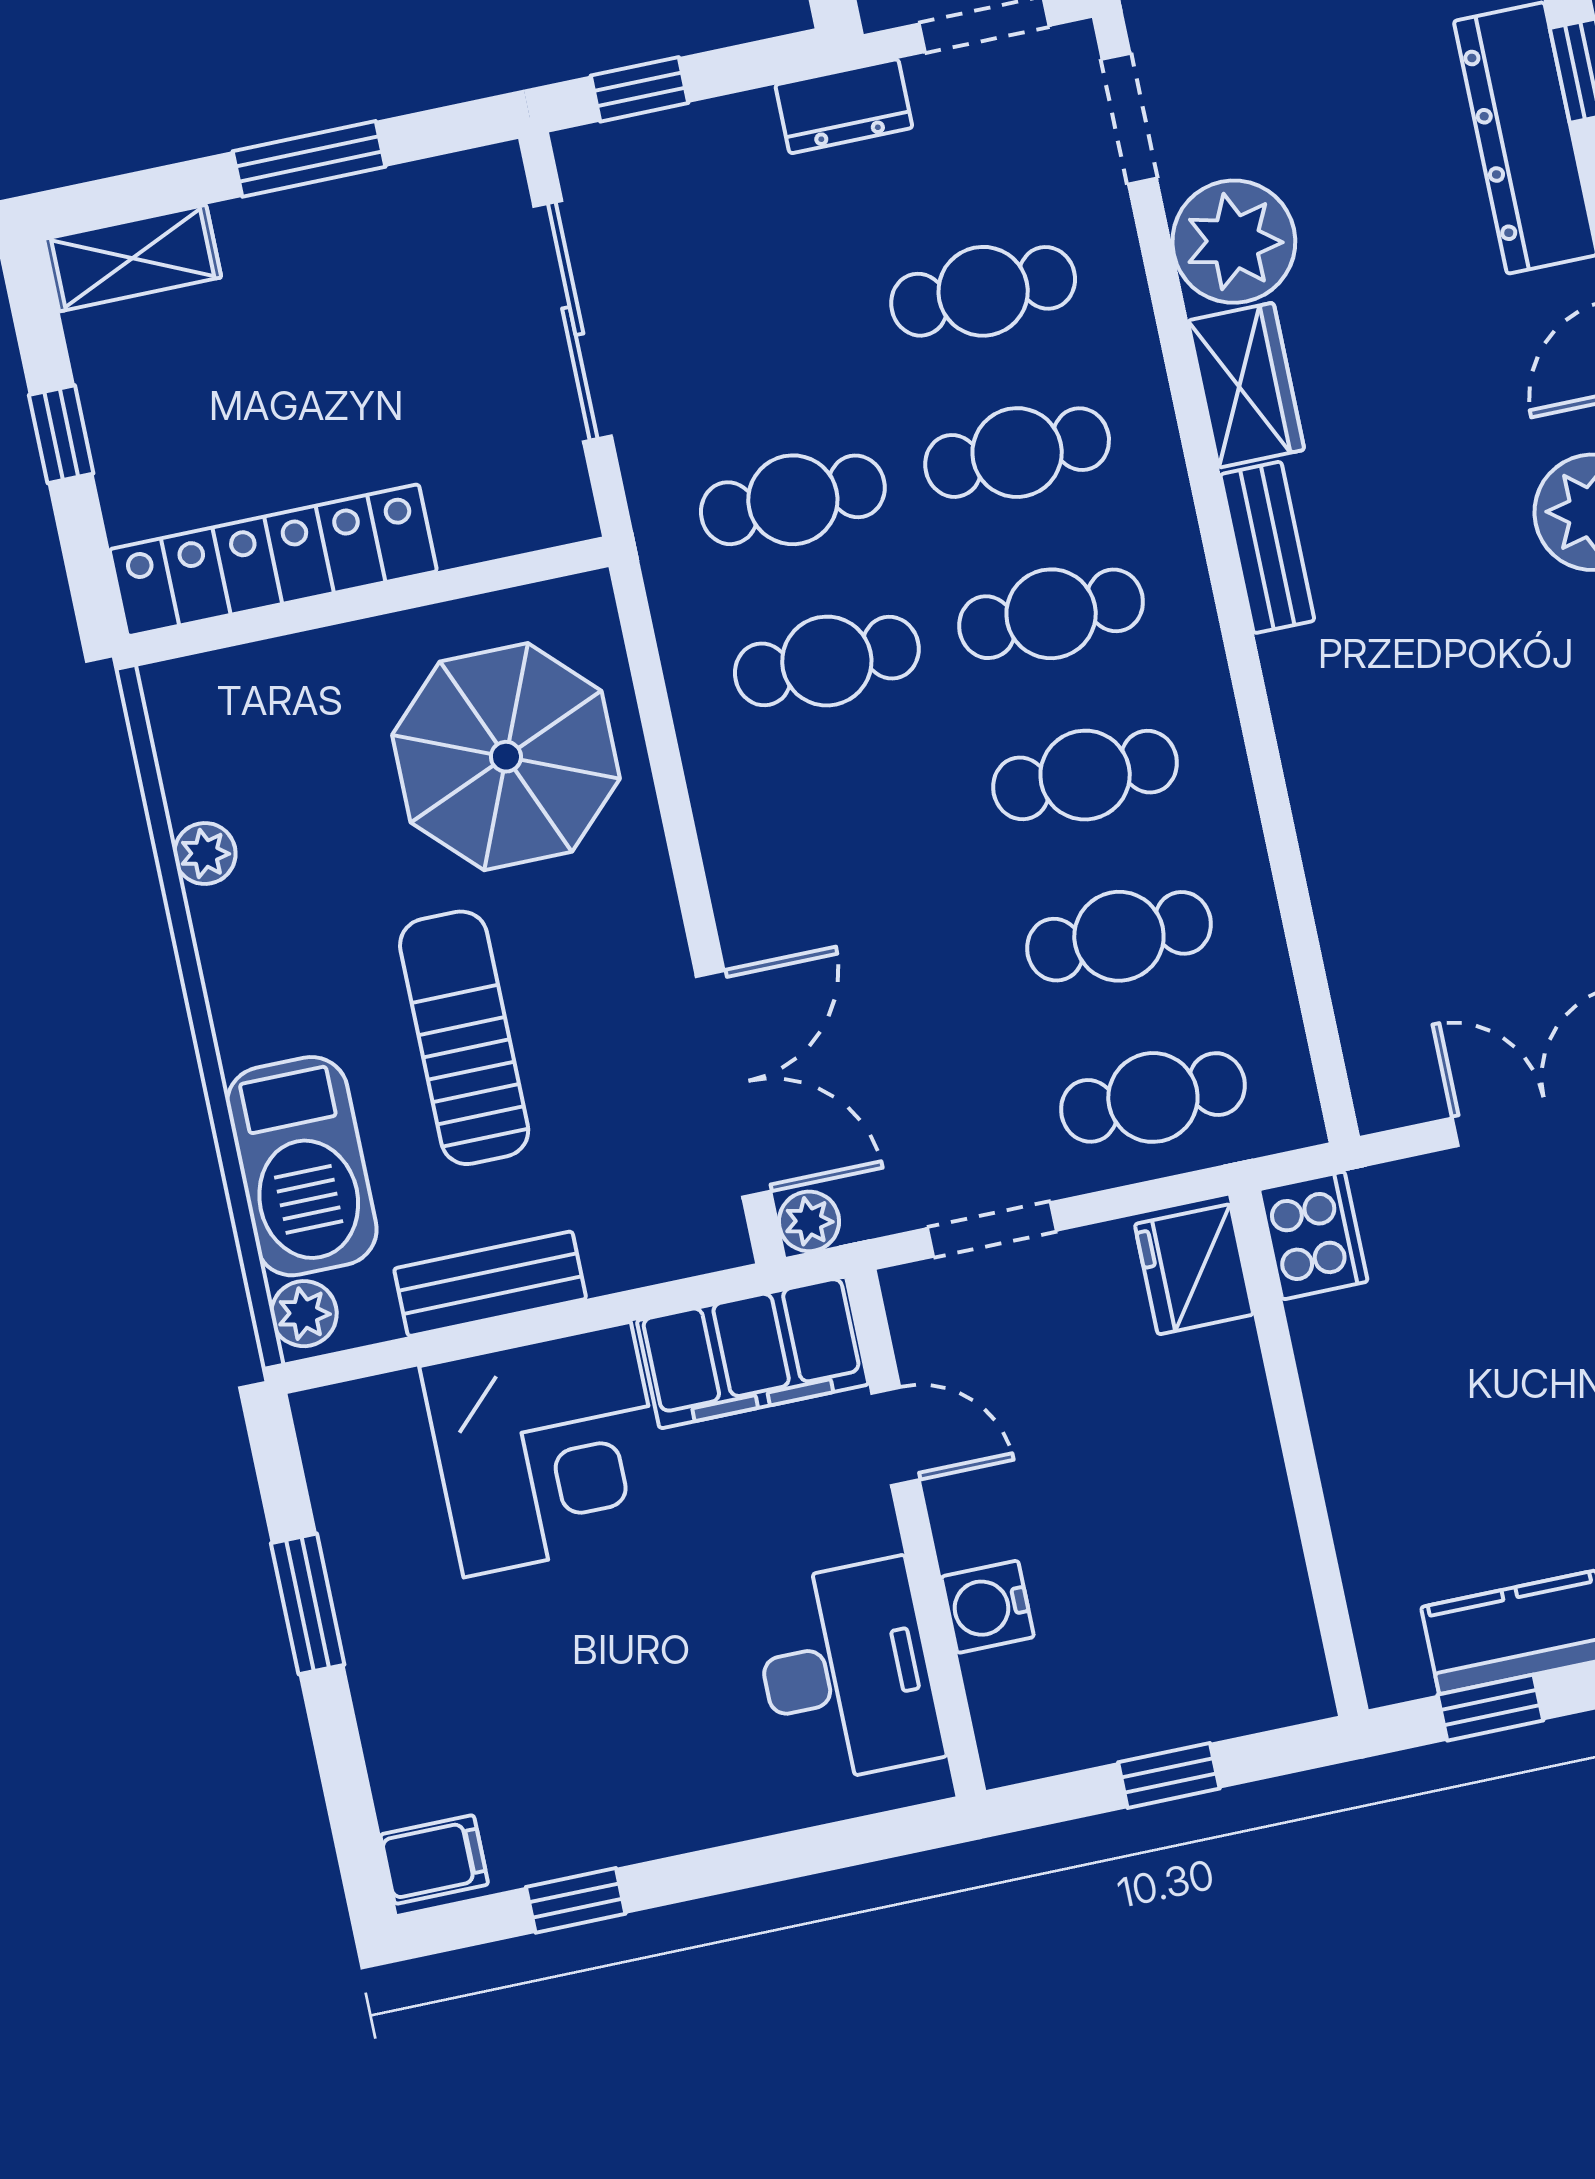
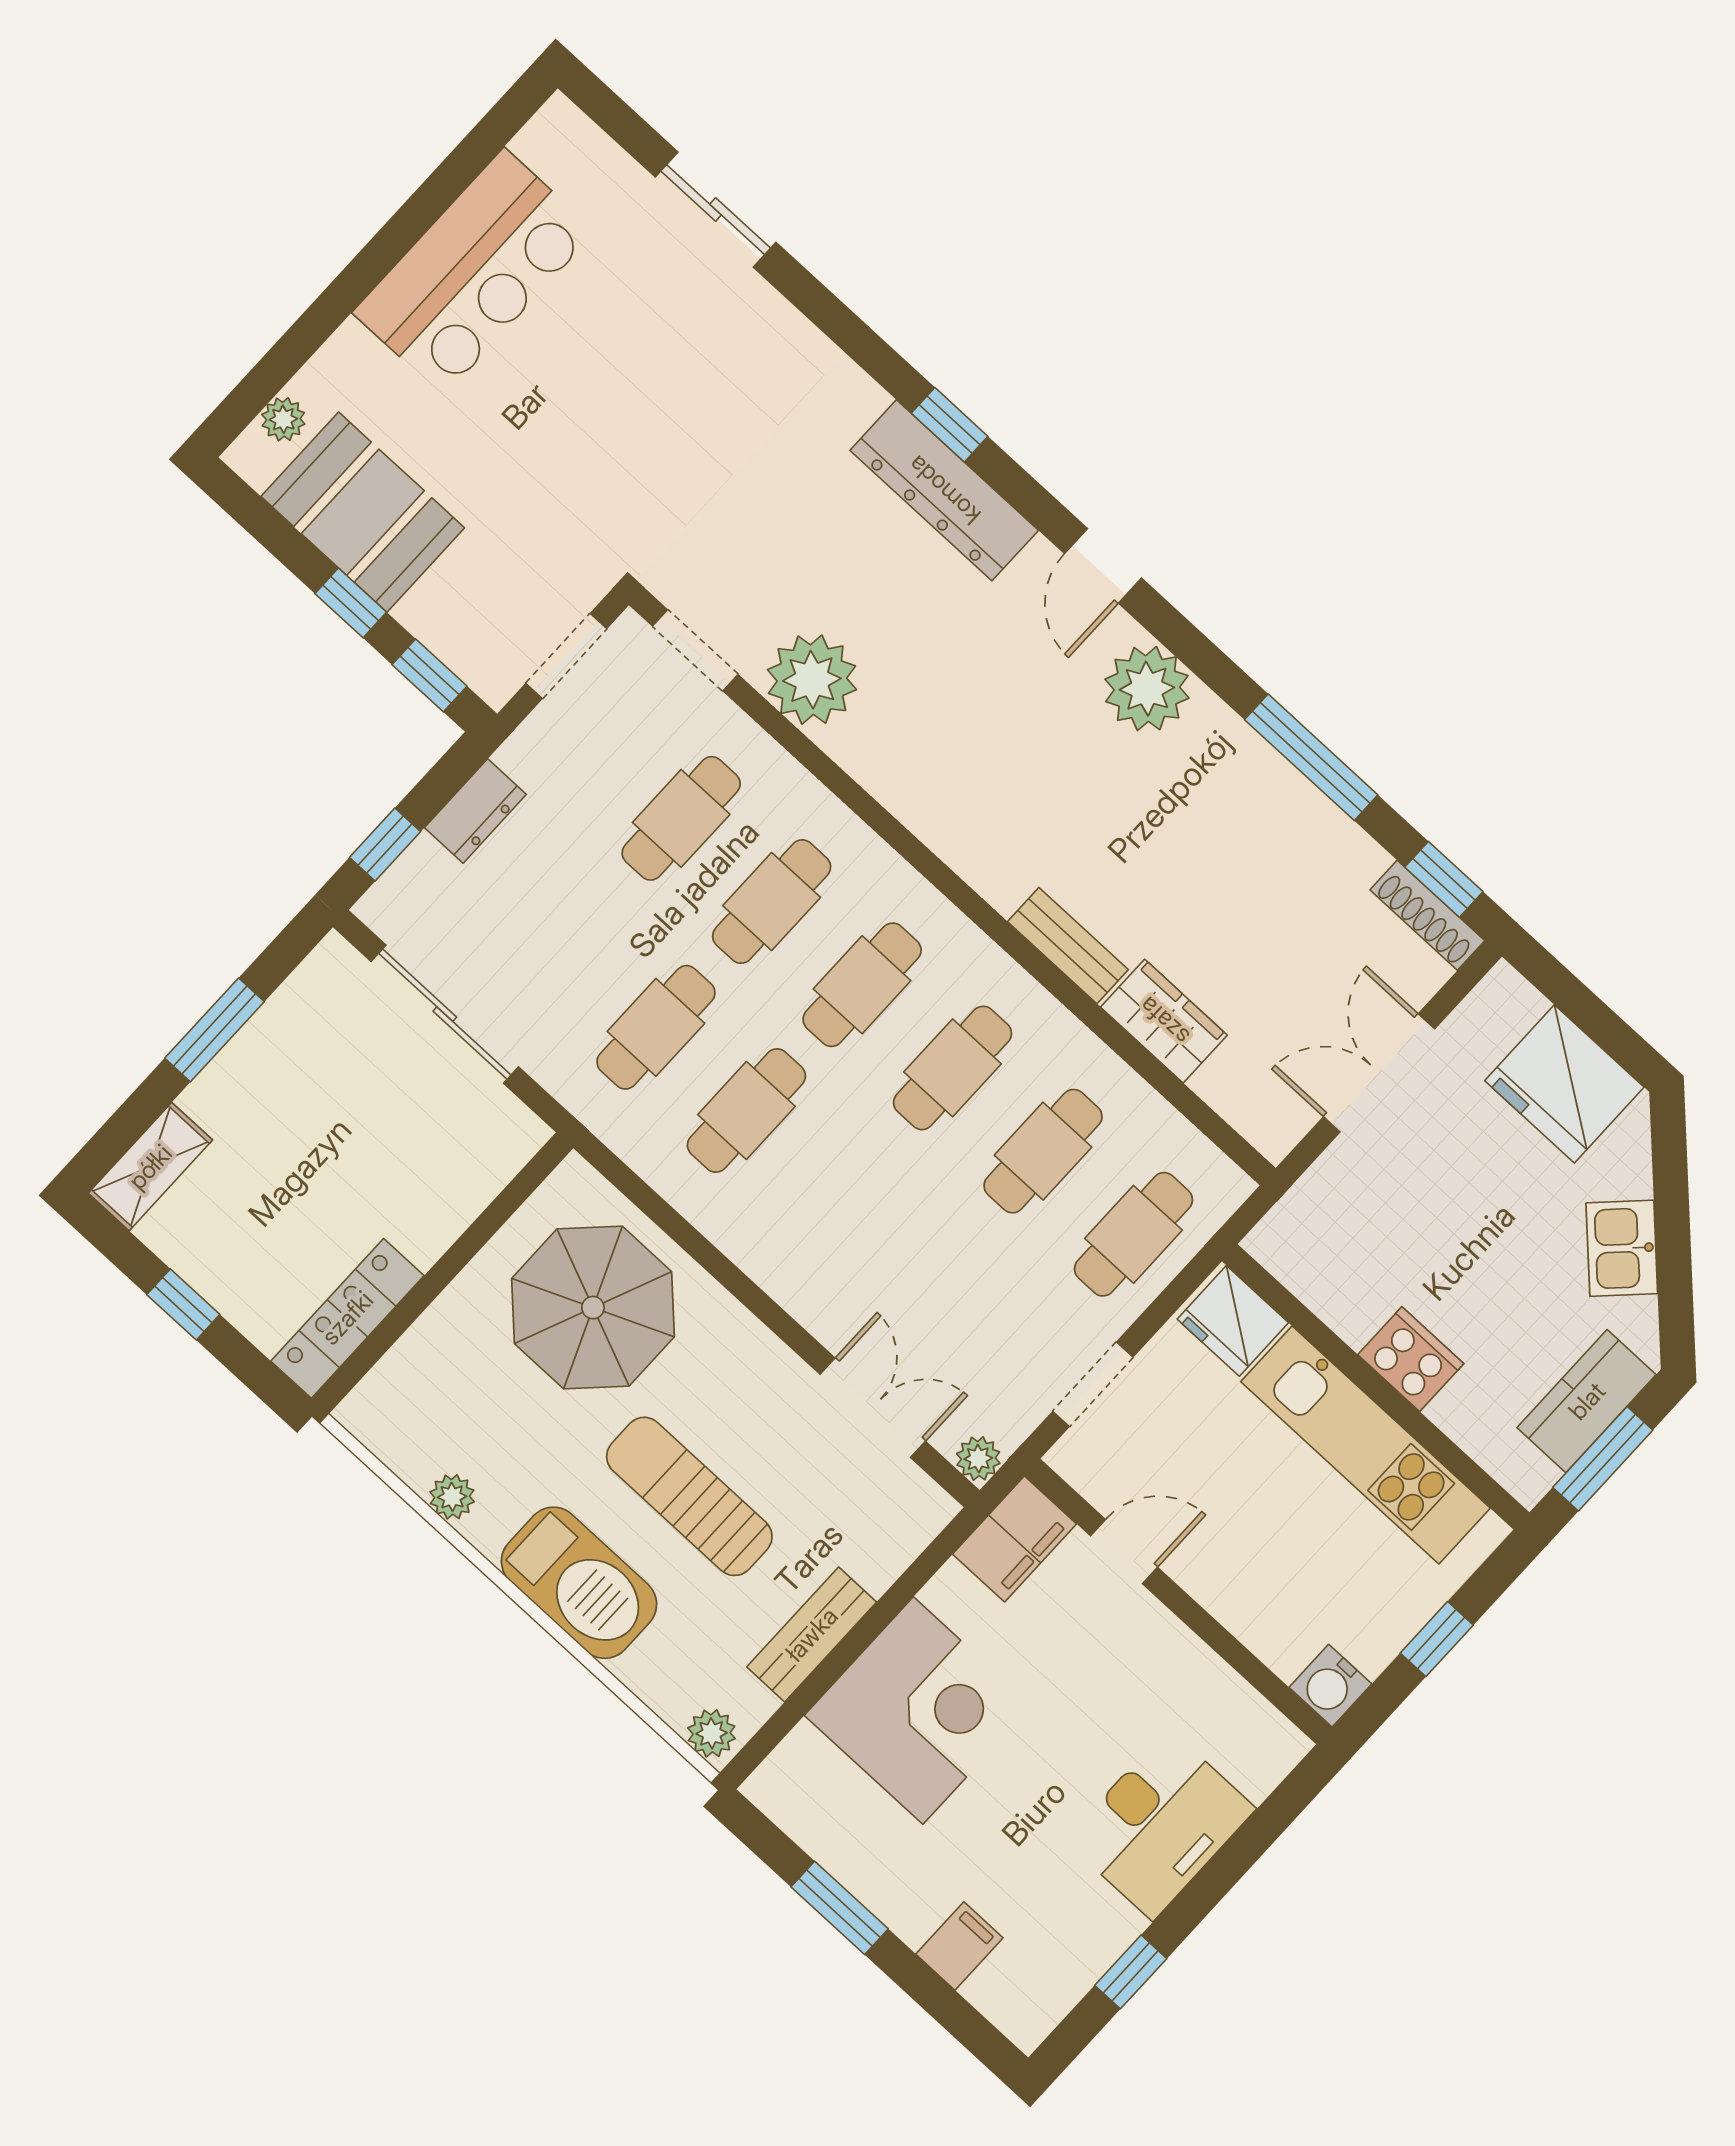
dresser: (844, 106) -> (475, 811), moved
wardrobe: (1246, 385) -> (1164, 1021), moved
bench: (1267, 547) -> (1068, 946), moved
locker: (273, 560) -> (347, 1318), width x0.71, depth x0.83
double door: (733, 1084) -> (873, 1408), width x0.73
barbecue: (302, 1166) -> (579, 1583), moved
cooker: (1313, 1235) -> (1411, 1359), moved
filing cabinet: (753, 1352) -> (1015, 1539), width x0.67, depth x0.86
kitchen unit: (1242, 1508) -> (1365, 1445), added
water cooler: (988, 1607) -> (1330, 1686), moved
desk: (846, 1672) -> (1160, 1824), moved, turned 90
window: (1490, 1708) -> (1603, 1459), width x1.50
filing cabinet: (434, 1859) -> (959, 1946), moved

